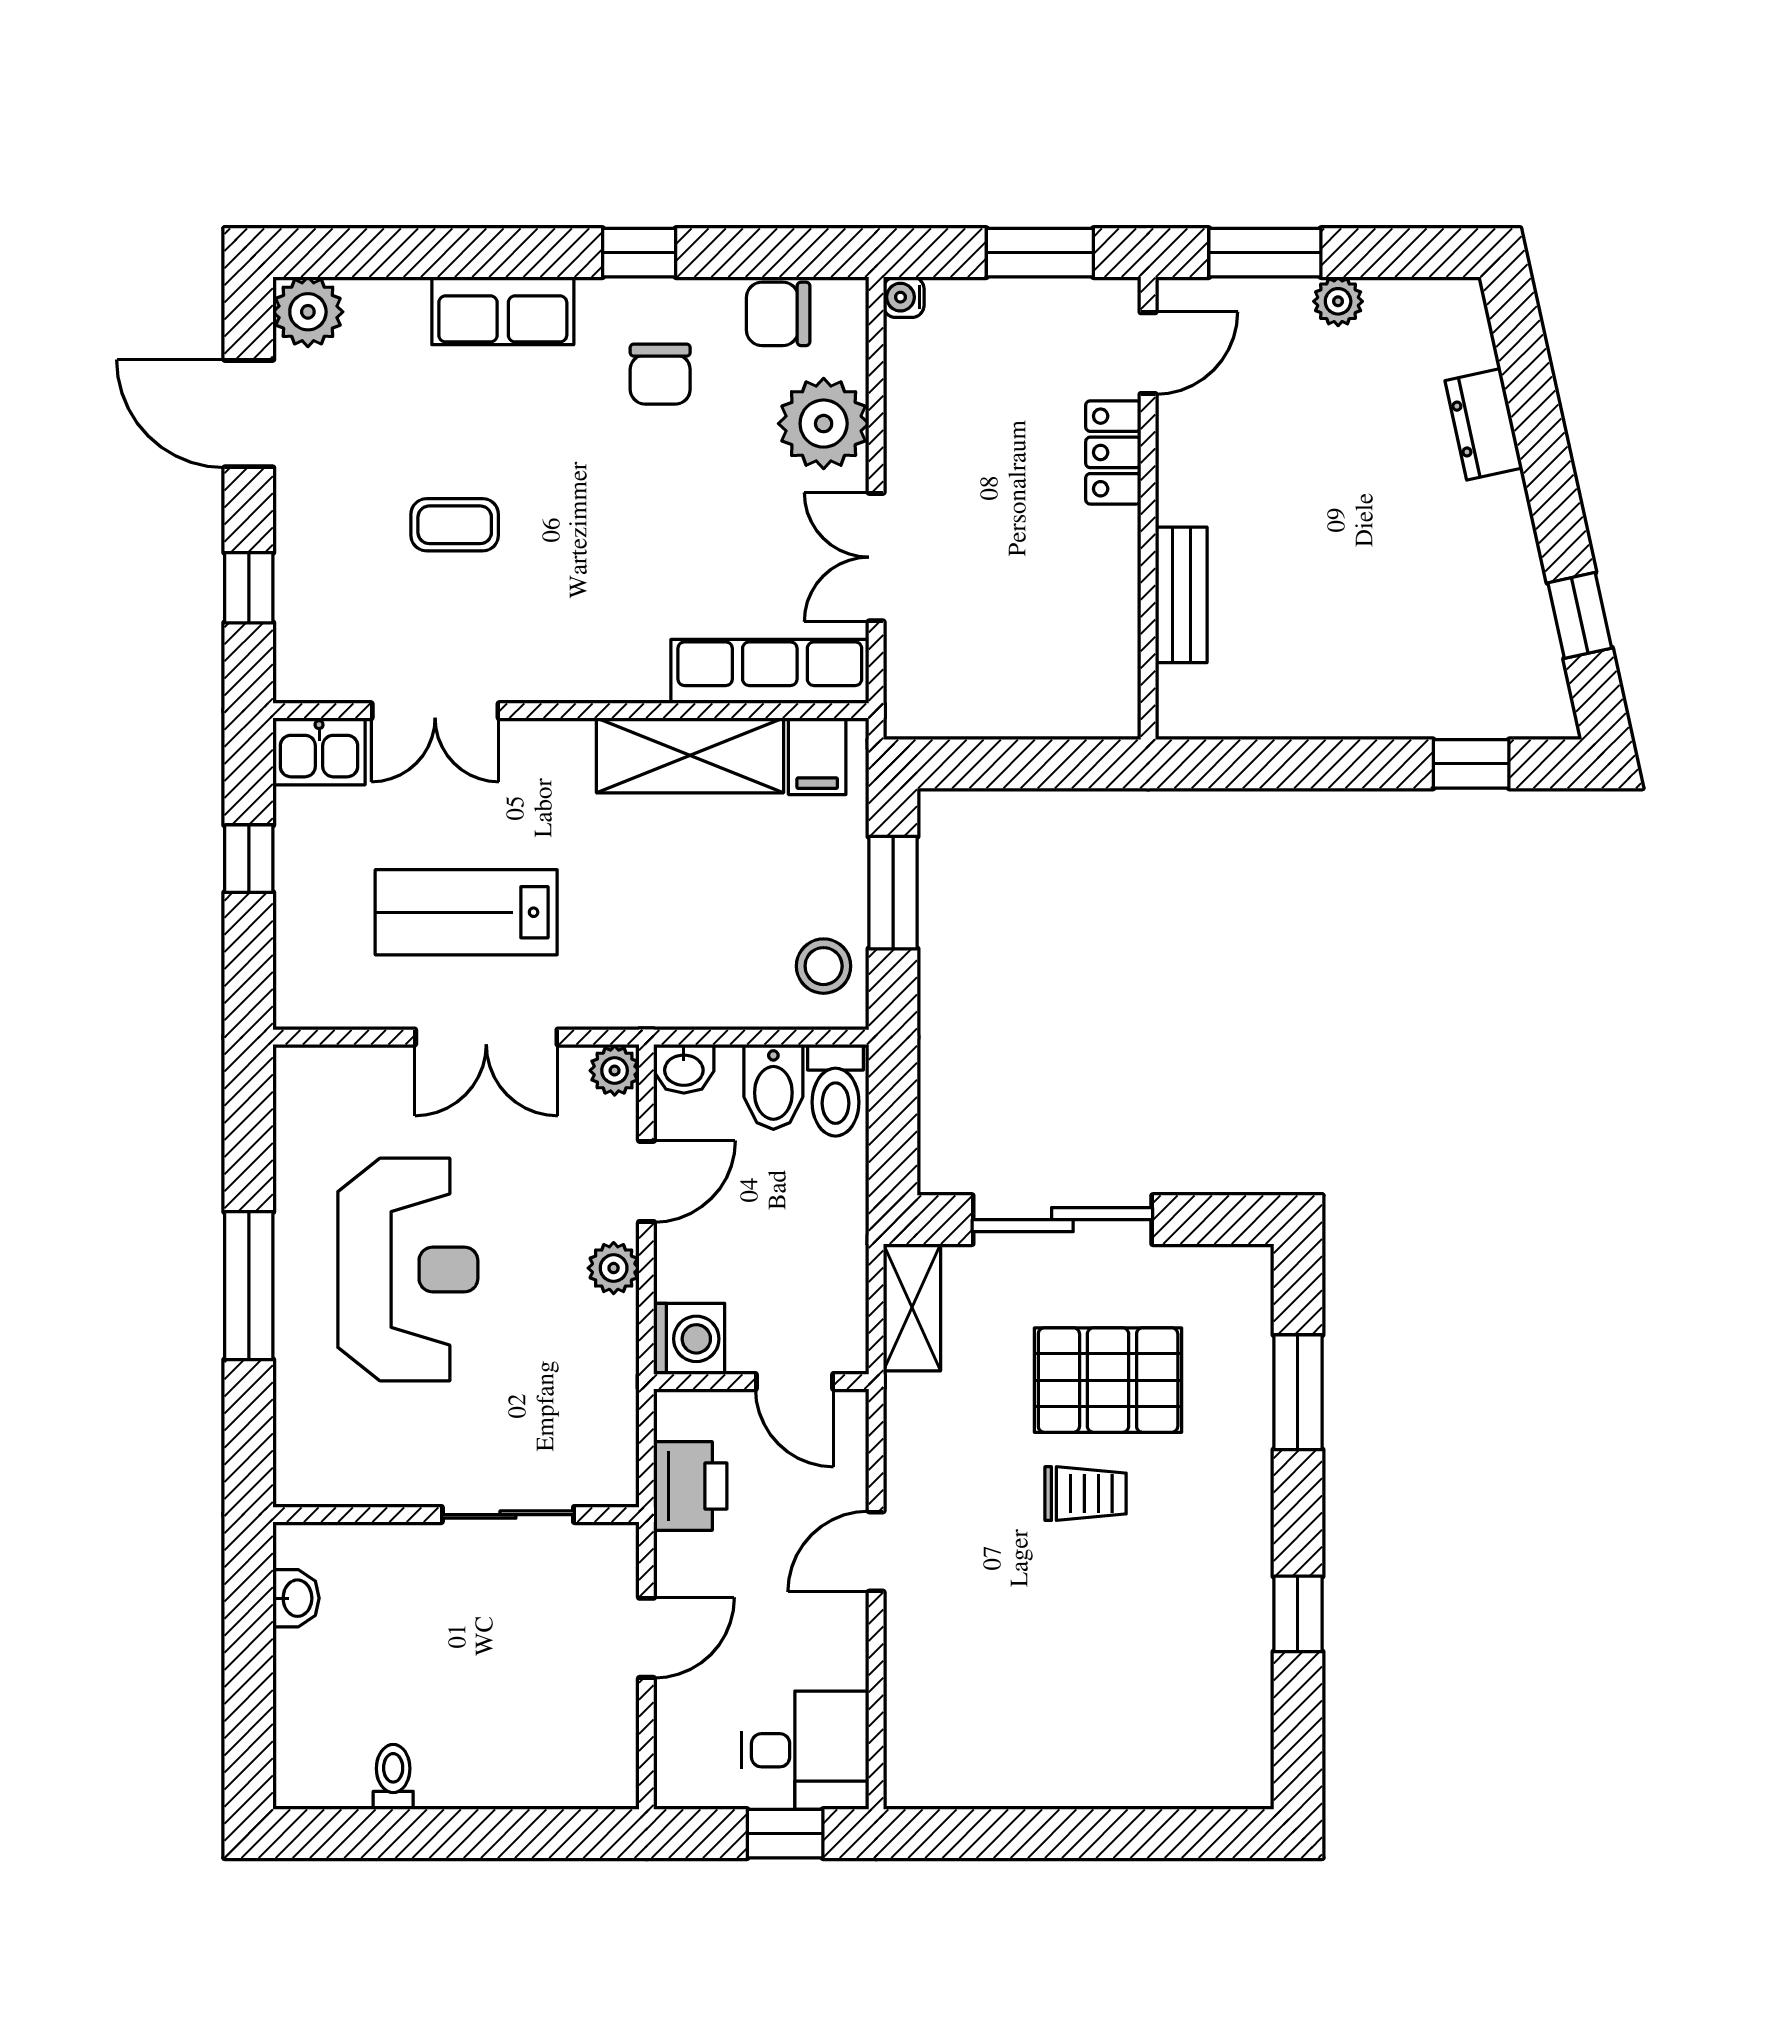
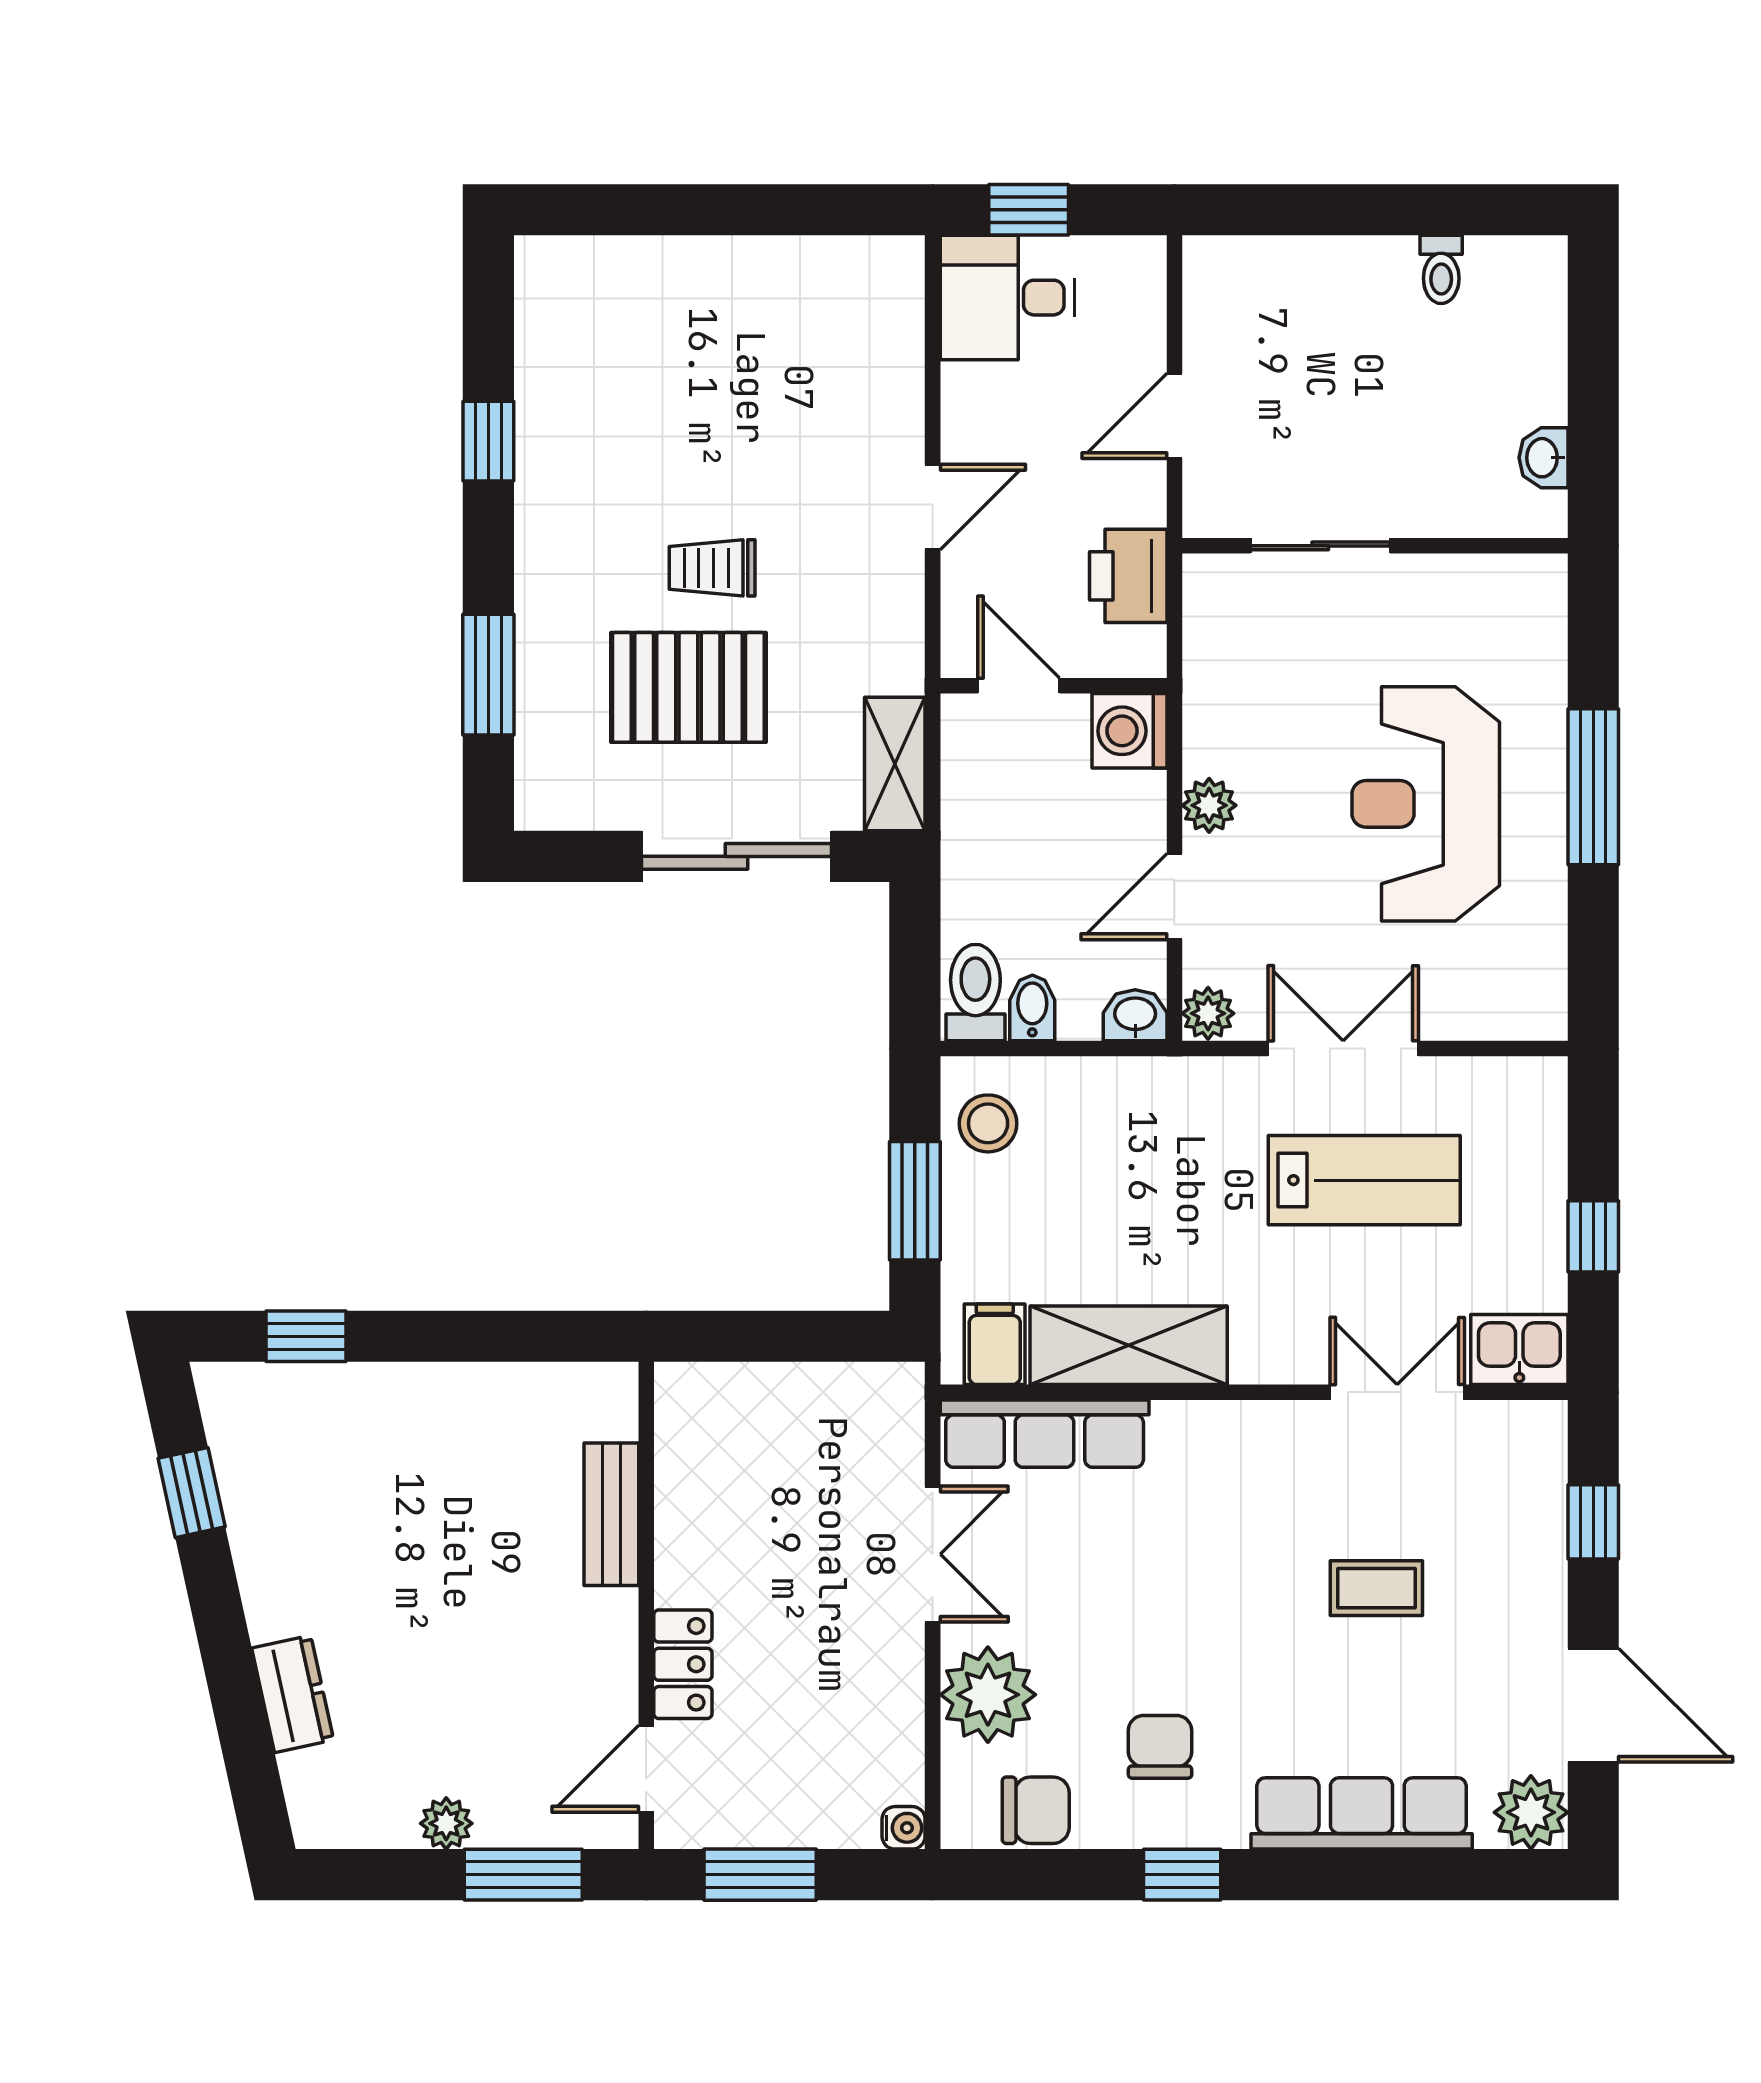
row of seats: (503, 311) -> (1362, 1813), width x1.48
bidet: (773, 1087) -> (1032, 1008), width x0.72, depth x0.74

